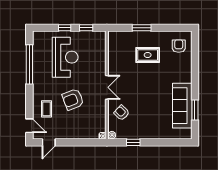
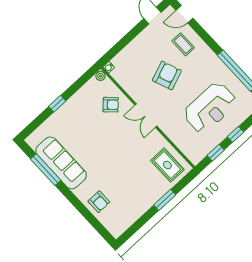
armchair: (179, 46) -> (99, 202), moved
rug: (148, 55) -> (167, 165), moved, turned 90
reception desk: (65, 57) -> (210, 108), turned -90
window: (195, 110) -> (46, 170), width x1.44
window: (133, 142) -> (57, 104), moved

